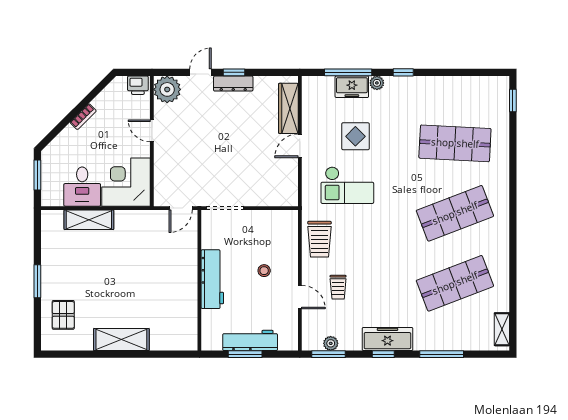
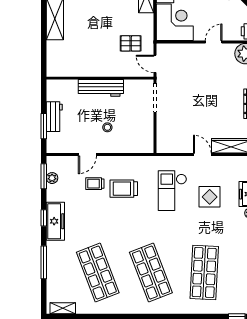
trolley: (319, 239) -> (124, 189), moved
pallet: (154, 240) -> (131, 43), added
workbench: (250, 340) -> (54, 117), width x0.73
window: (245, 354) -> (44, 126), moved

